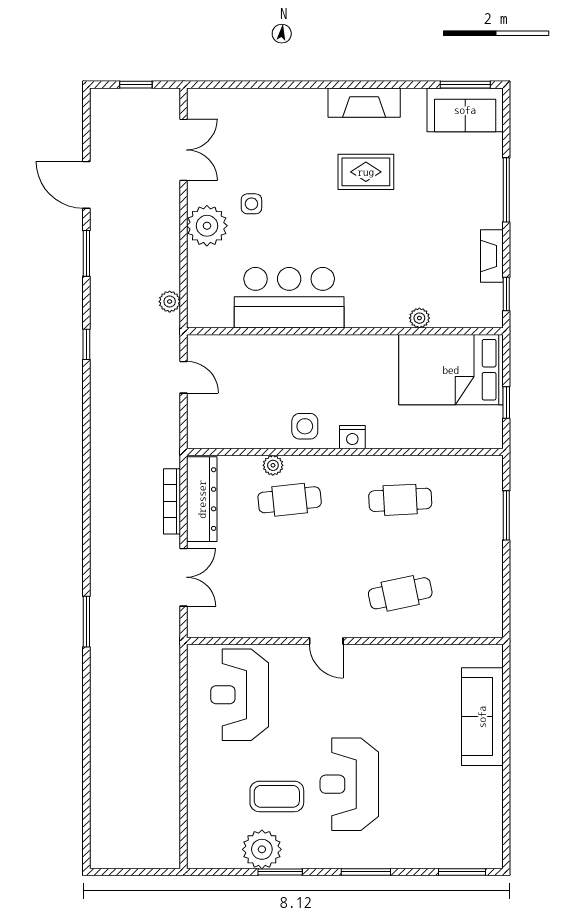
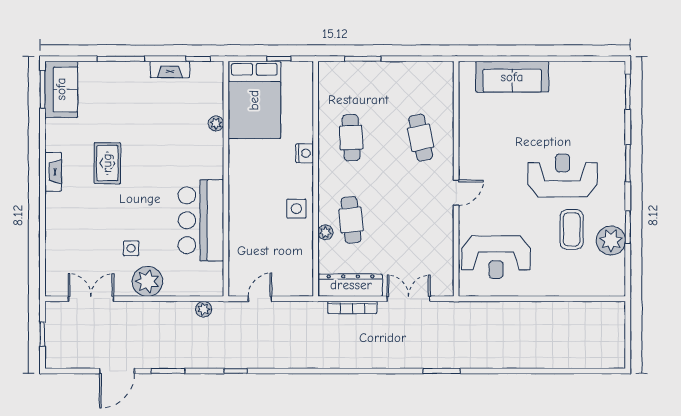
fireplace: (364, 103) -> (53, 172), width x0.73, depth x0.76
nightstand: (352, 437) -> (305, 153), moved
reception desk: (349, 784) -> (563, 176), turned 180

